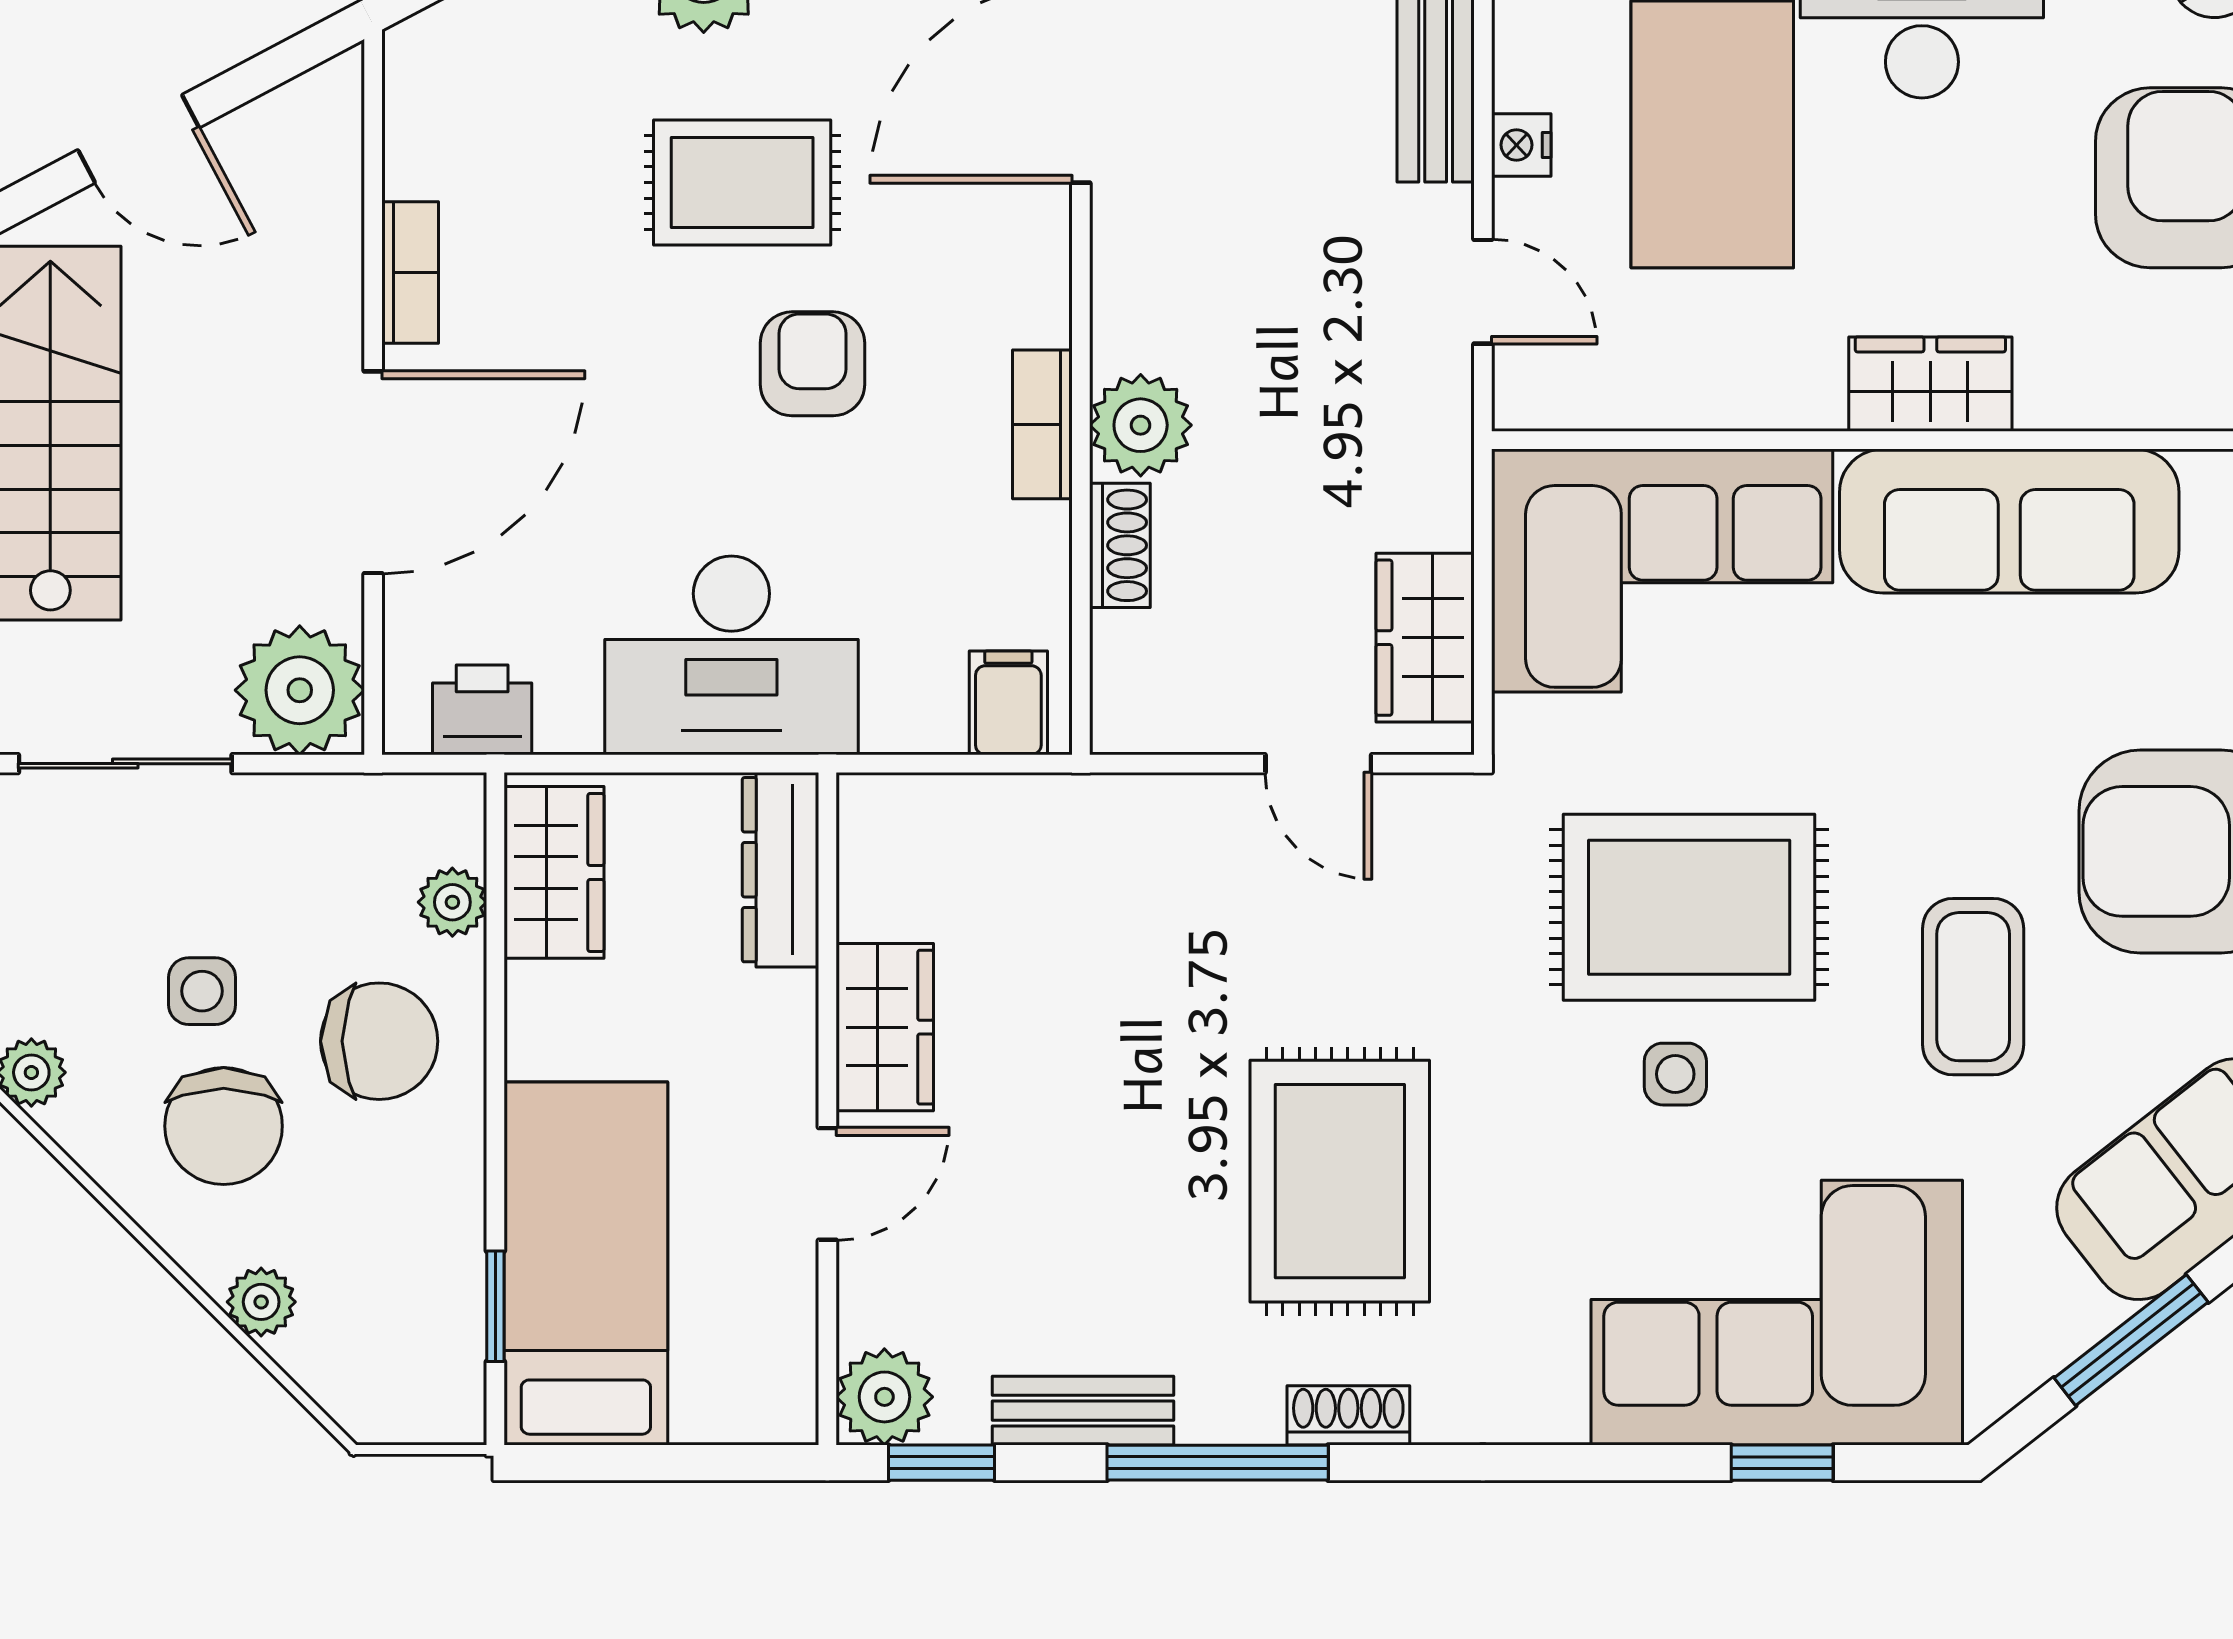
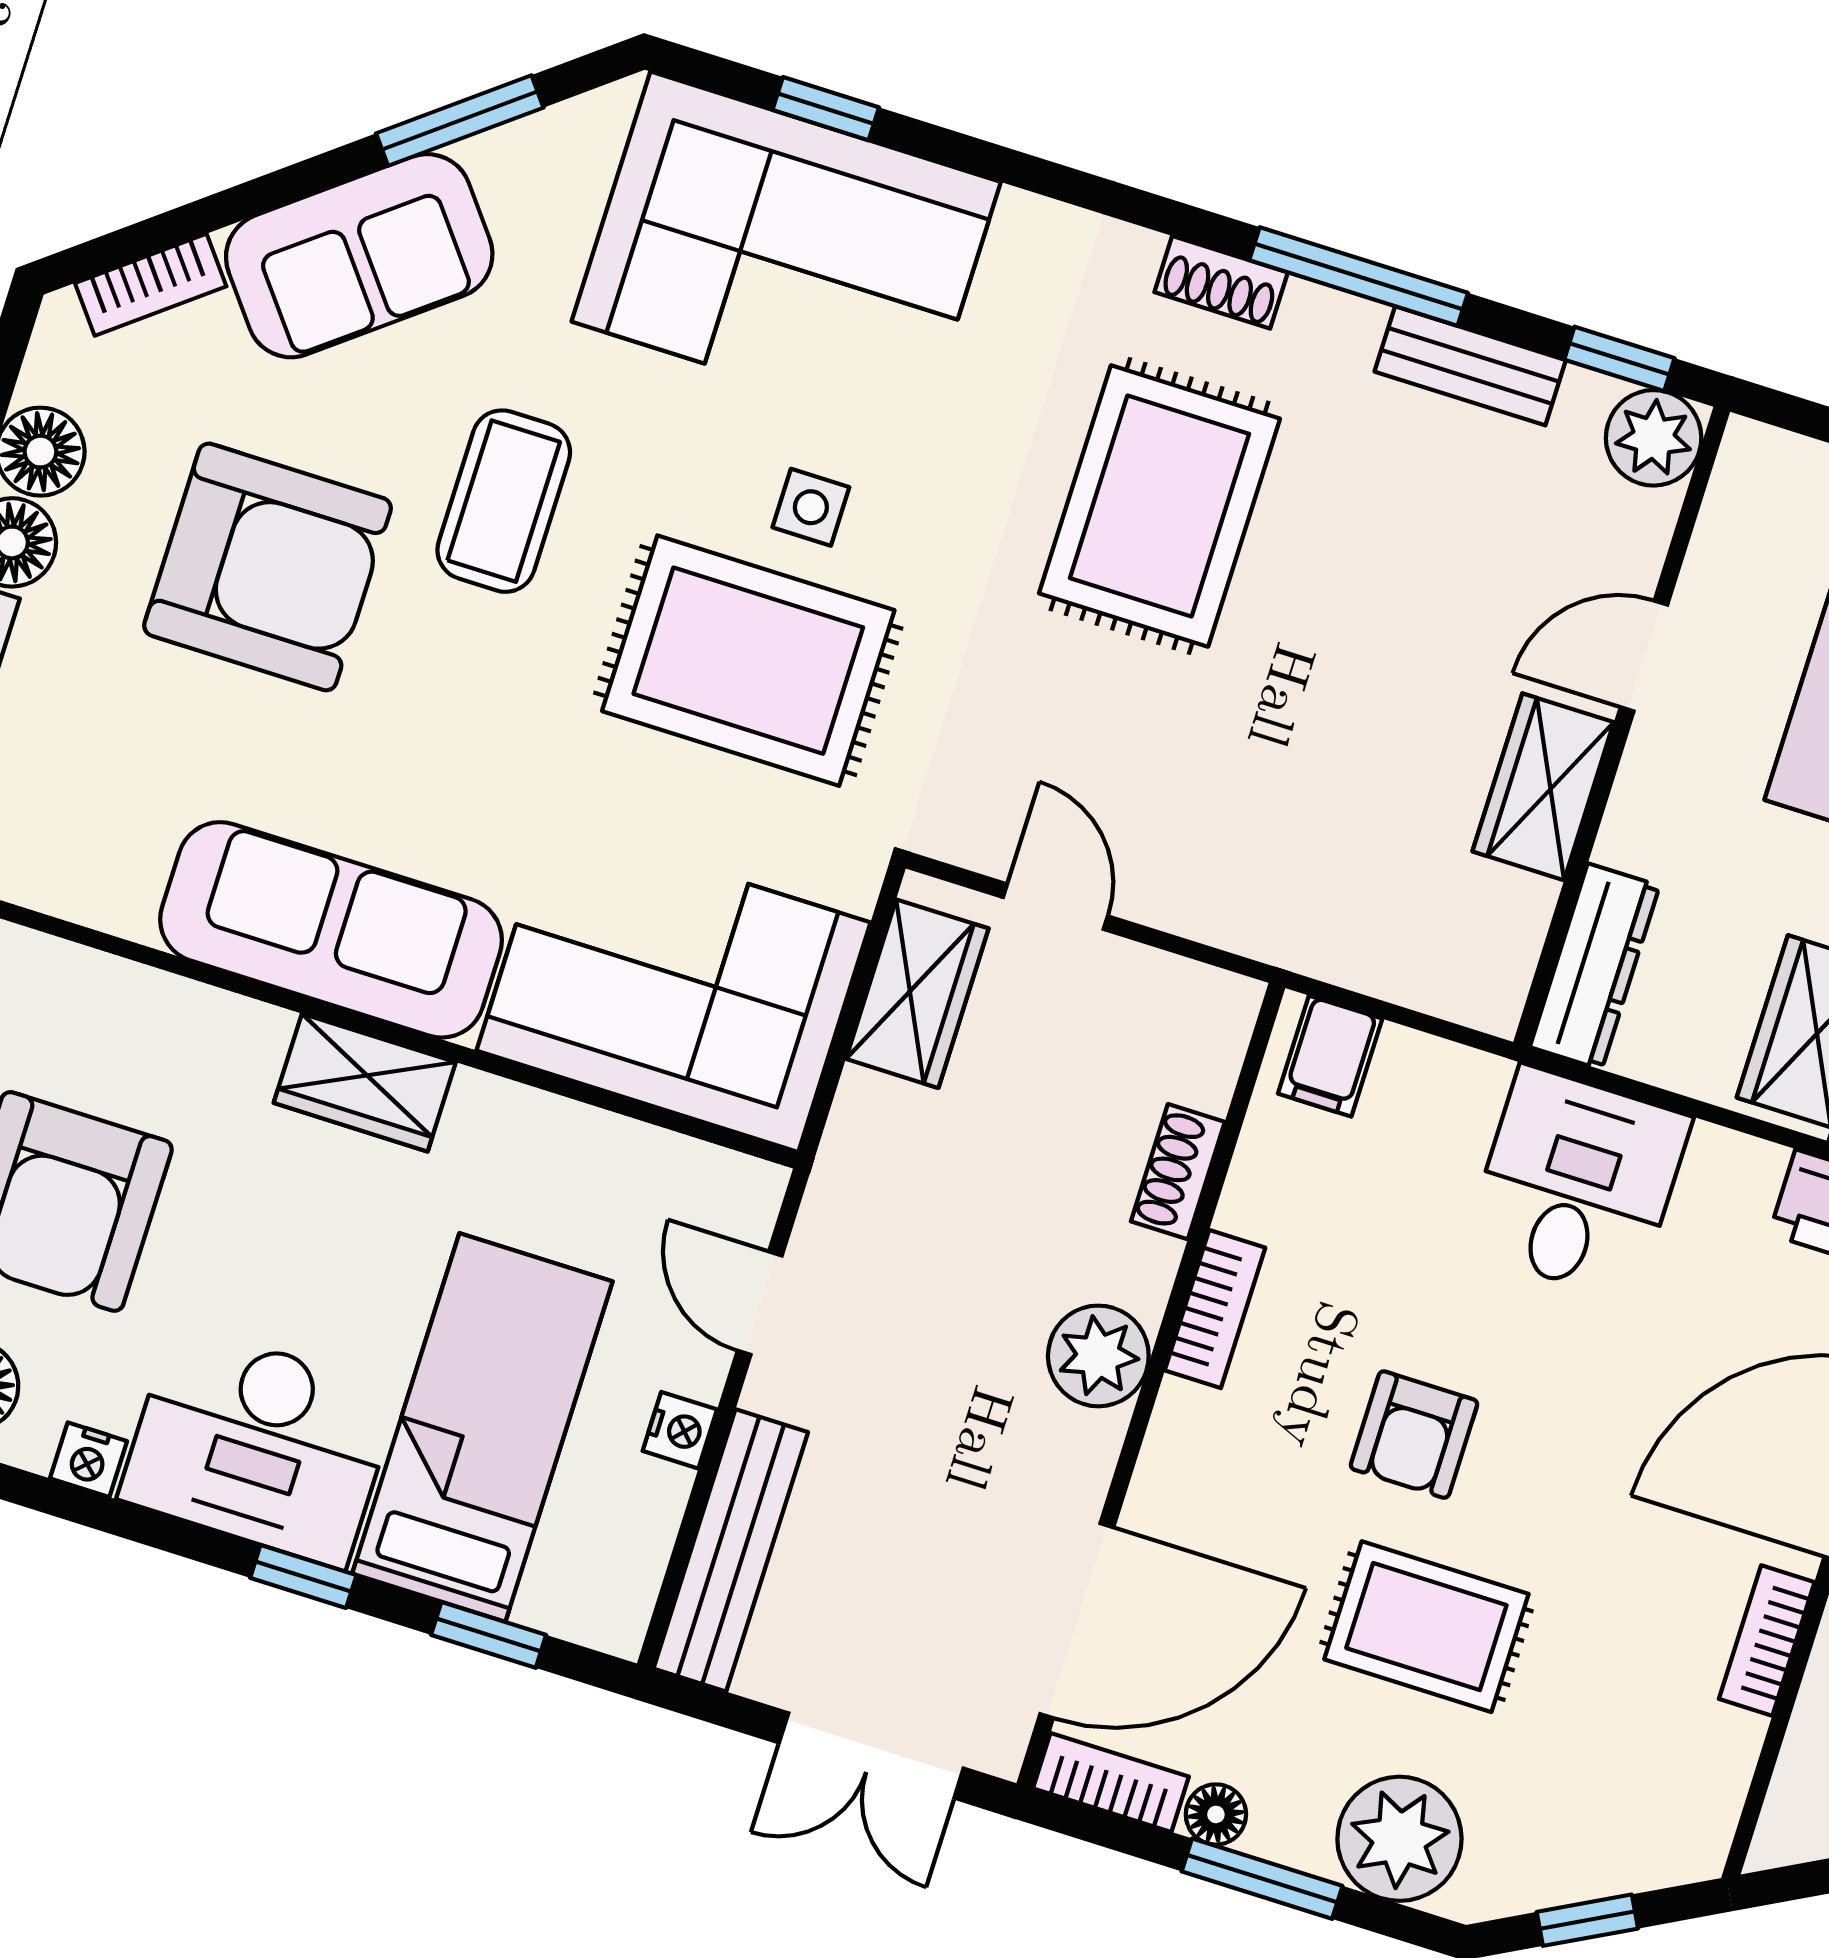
plant: (1141, 425) -> (1098, 1356), moved
desk: (731, 655) -> (1577, 1183), width x0.73

